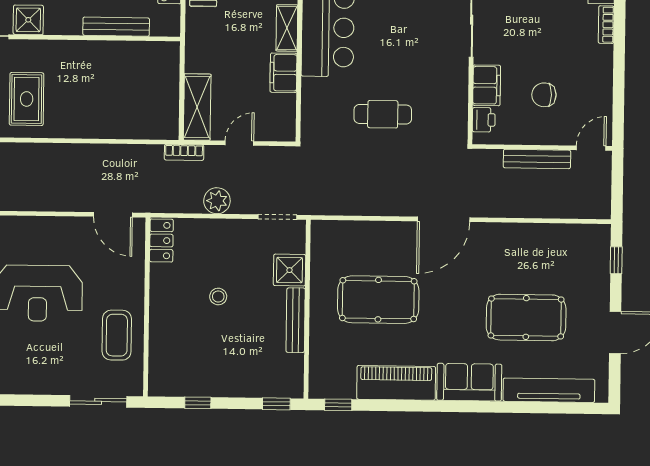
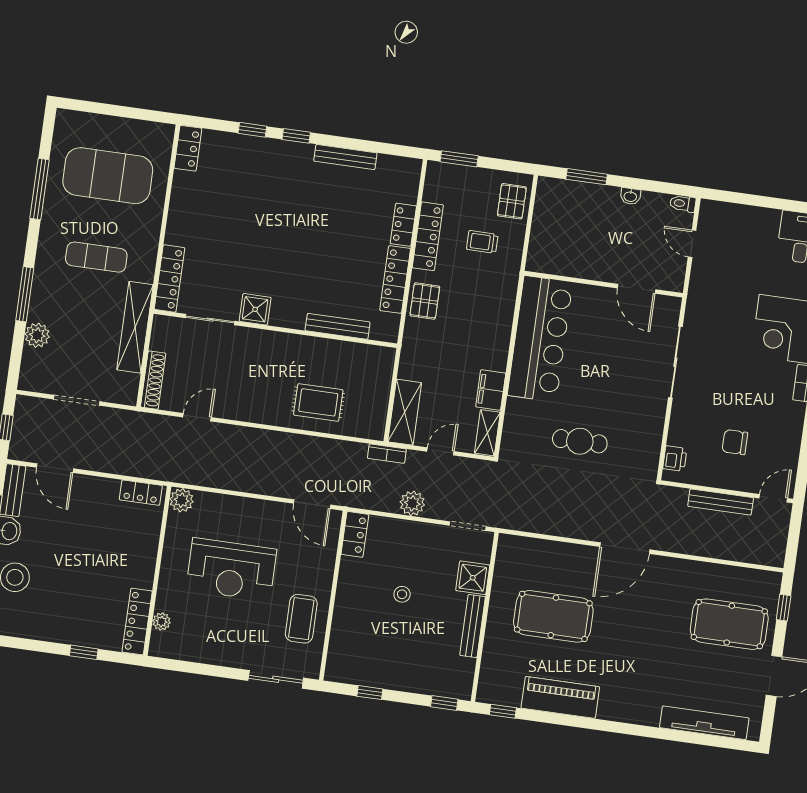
shelving: (287, 28) -> (487, 433), moved
filing cabinet: (487, 85) -> (682, 426), removed
rug: (27, 99) -> (318, 402), moved, turned 90
pool table: (526, 317) -> (729, 624), moved
sofa: (469, 382) -> (630, 706), removed

